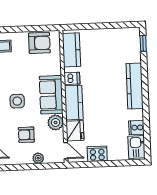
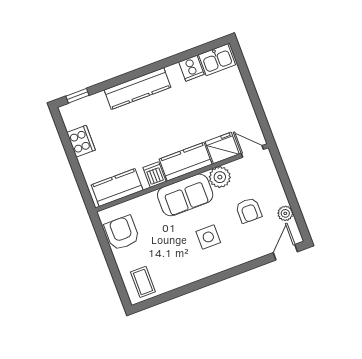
door: (66, 151) -> (252, 151), hinge flipped
cooker: (97, 154) -> (81, 141), moved, turned 180
plant: (38, 158) -> (285, 213), moved

